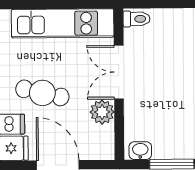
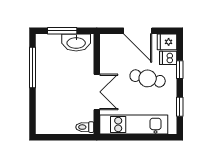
plant: (102, 112) -> (108, 66), removed
washbasin: (140, 151) -> (76, 42), width x1.91, depth x1.45

